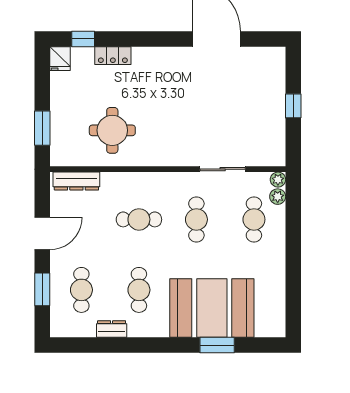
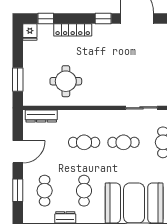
window: (167, 39) -> (103, 19), added
locker: (113, 56) -> (73, 30), width x1.53
cafe table: (196, 219) -> (123, 142), turned 90

